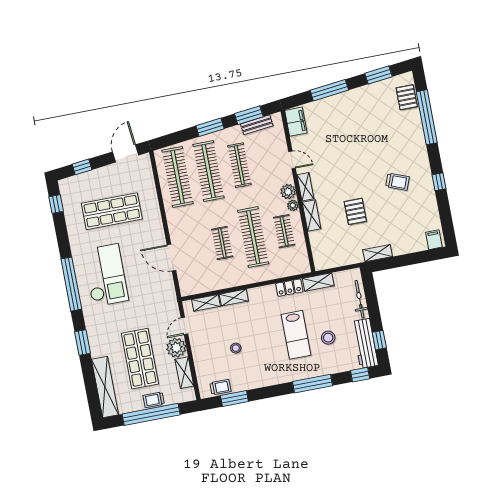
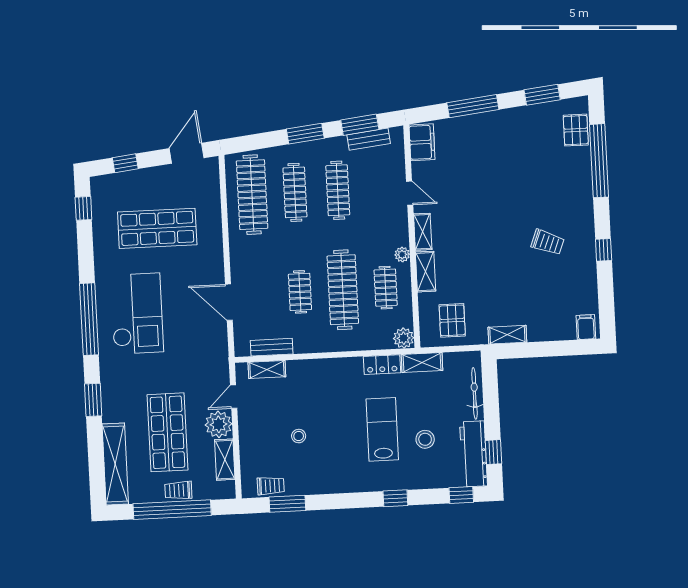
clothes rail: (208, 171) -> (295, 192), width x0.73, depth x0.76
plant: (288, 192) -> (404, 338), moved
pallet: (355, 211) -> (452, 320), moved
bench: (207, 286) -> (272, 347), added
shelving: (234, 298) -> (305, 368), removed
lab bench: (296, 335) -> (382, 429), turned 180
window: (313, 384) -> (395, 498), width x0.46

